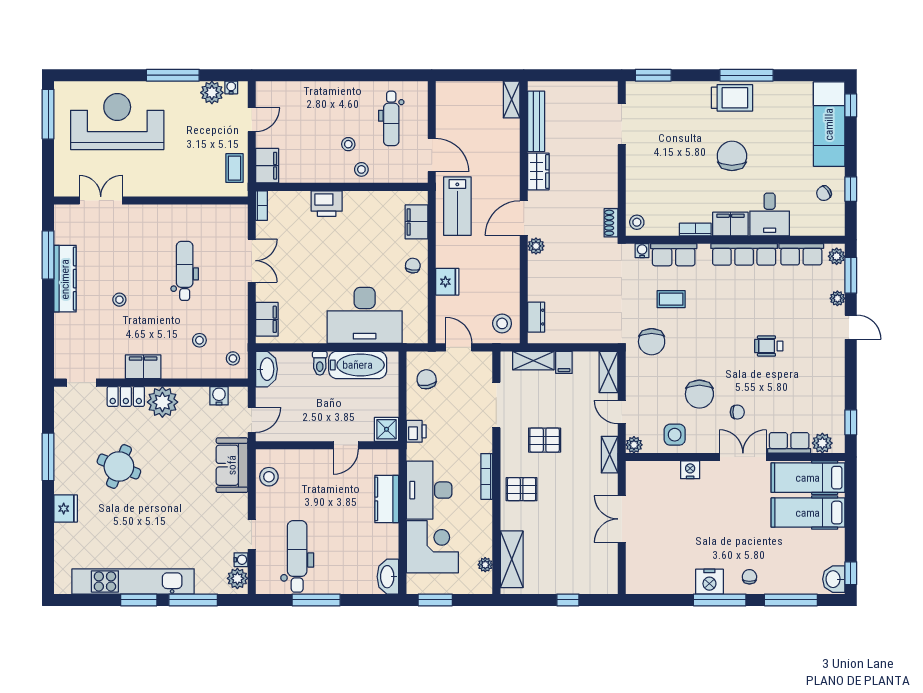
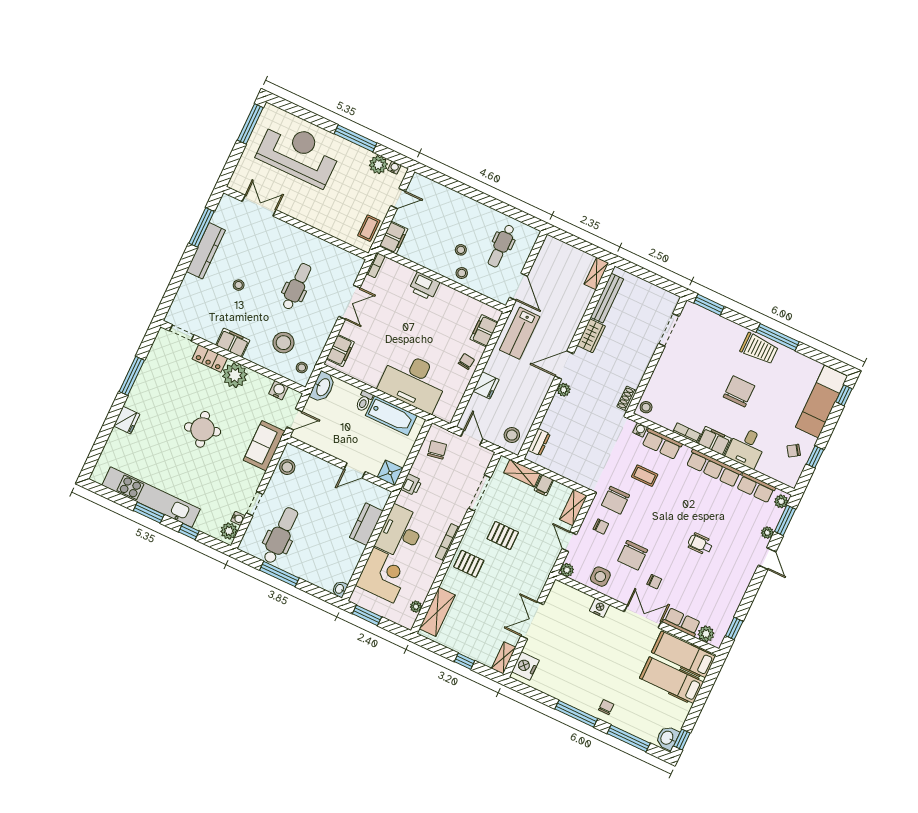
stool: (199, 340) -> (283, 343), width x1.89, depth x1.89
chair: (649, 379) -> (601, 527), added
shelving: (610, 455) -> (504, 658), moved
round table: (119, 466) -> (203, 429), moved, turned -37
washbasin: (388, 577) -> (340, 589), width x0.52, depth x0.69
nightstand: (709, 582) -> (525, 666), moved, turned 90
window: (193, 600) -> (189, 532), width x0.46

